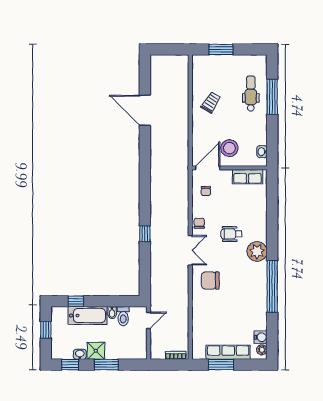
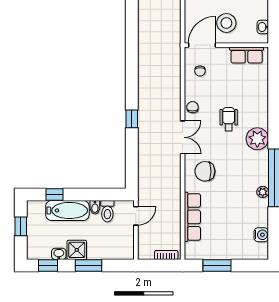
wheelchair: (231, 234) -> (229, 119), turned 90
plant: (262, 350) -> (263, 192), moved
row of seats: (228, 352) -> (192, 217), moved, turned 90

